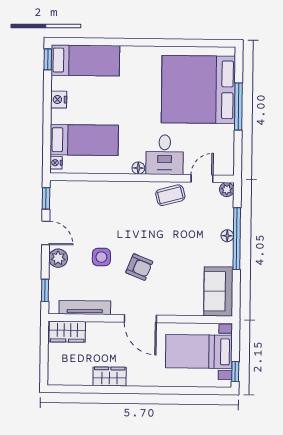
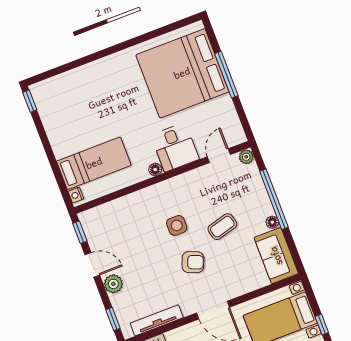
bed: (85, 60) -> (65, 88), removed
nightstand: (59, 100) -> (55, 135), removed
coffee table: (170, 195) -> (222, 227), moved
floor lamp: (227, 236) -> (272, 222), moved
side table: (101, 257) -> (177, 225), moved

